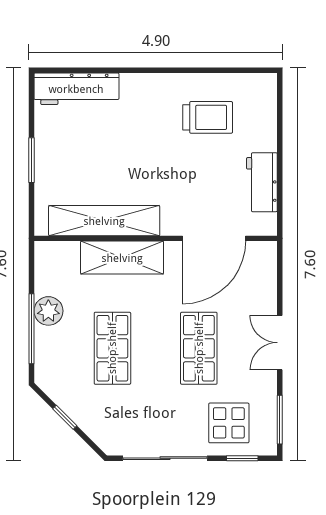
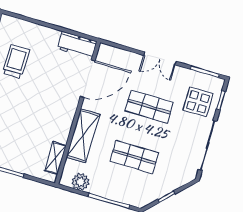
workbench: (262, 182) -> (77, 45), moved
shelving: (104, 221) -> (55, 158), width x0.45, depth x0.75
door: (214, 238) -> (88, 79), hinge flipped
plant: (48, 311) -> (81, 182), moved

